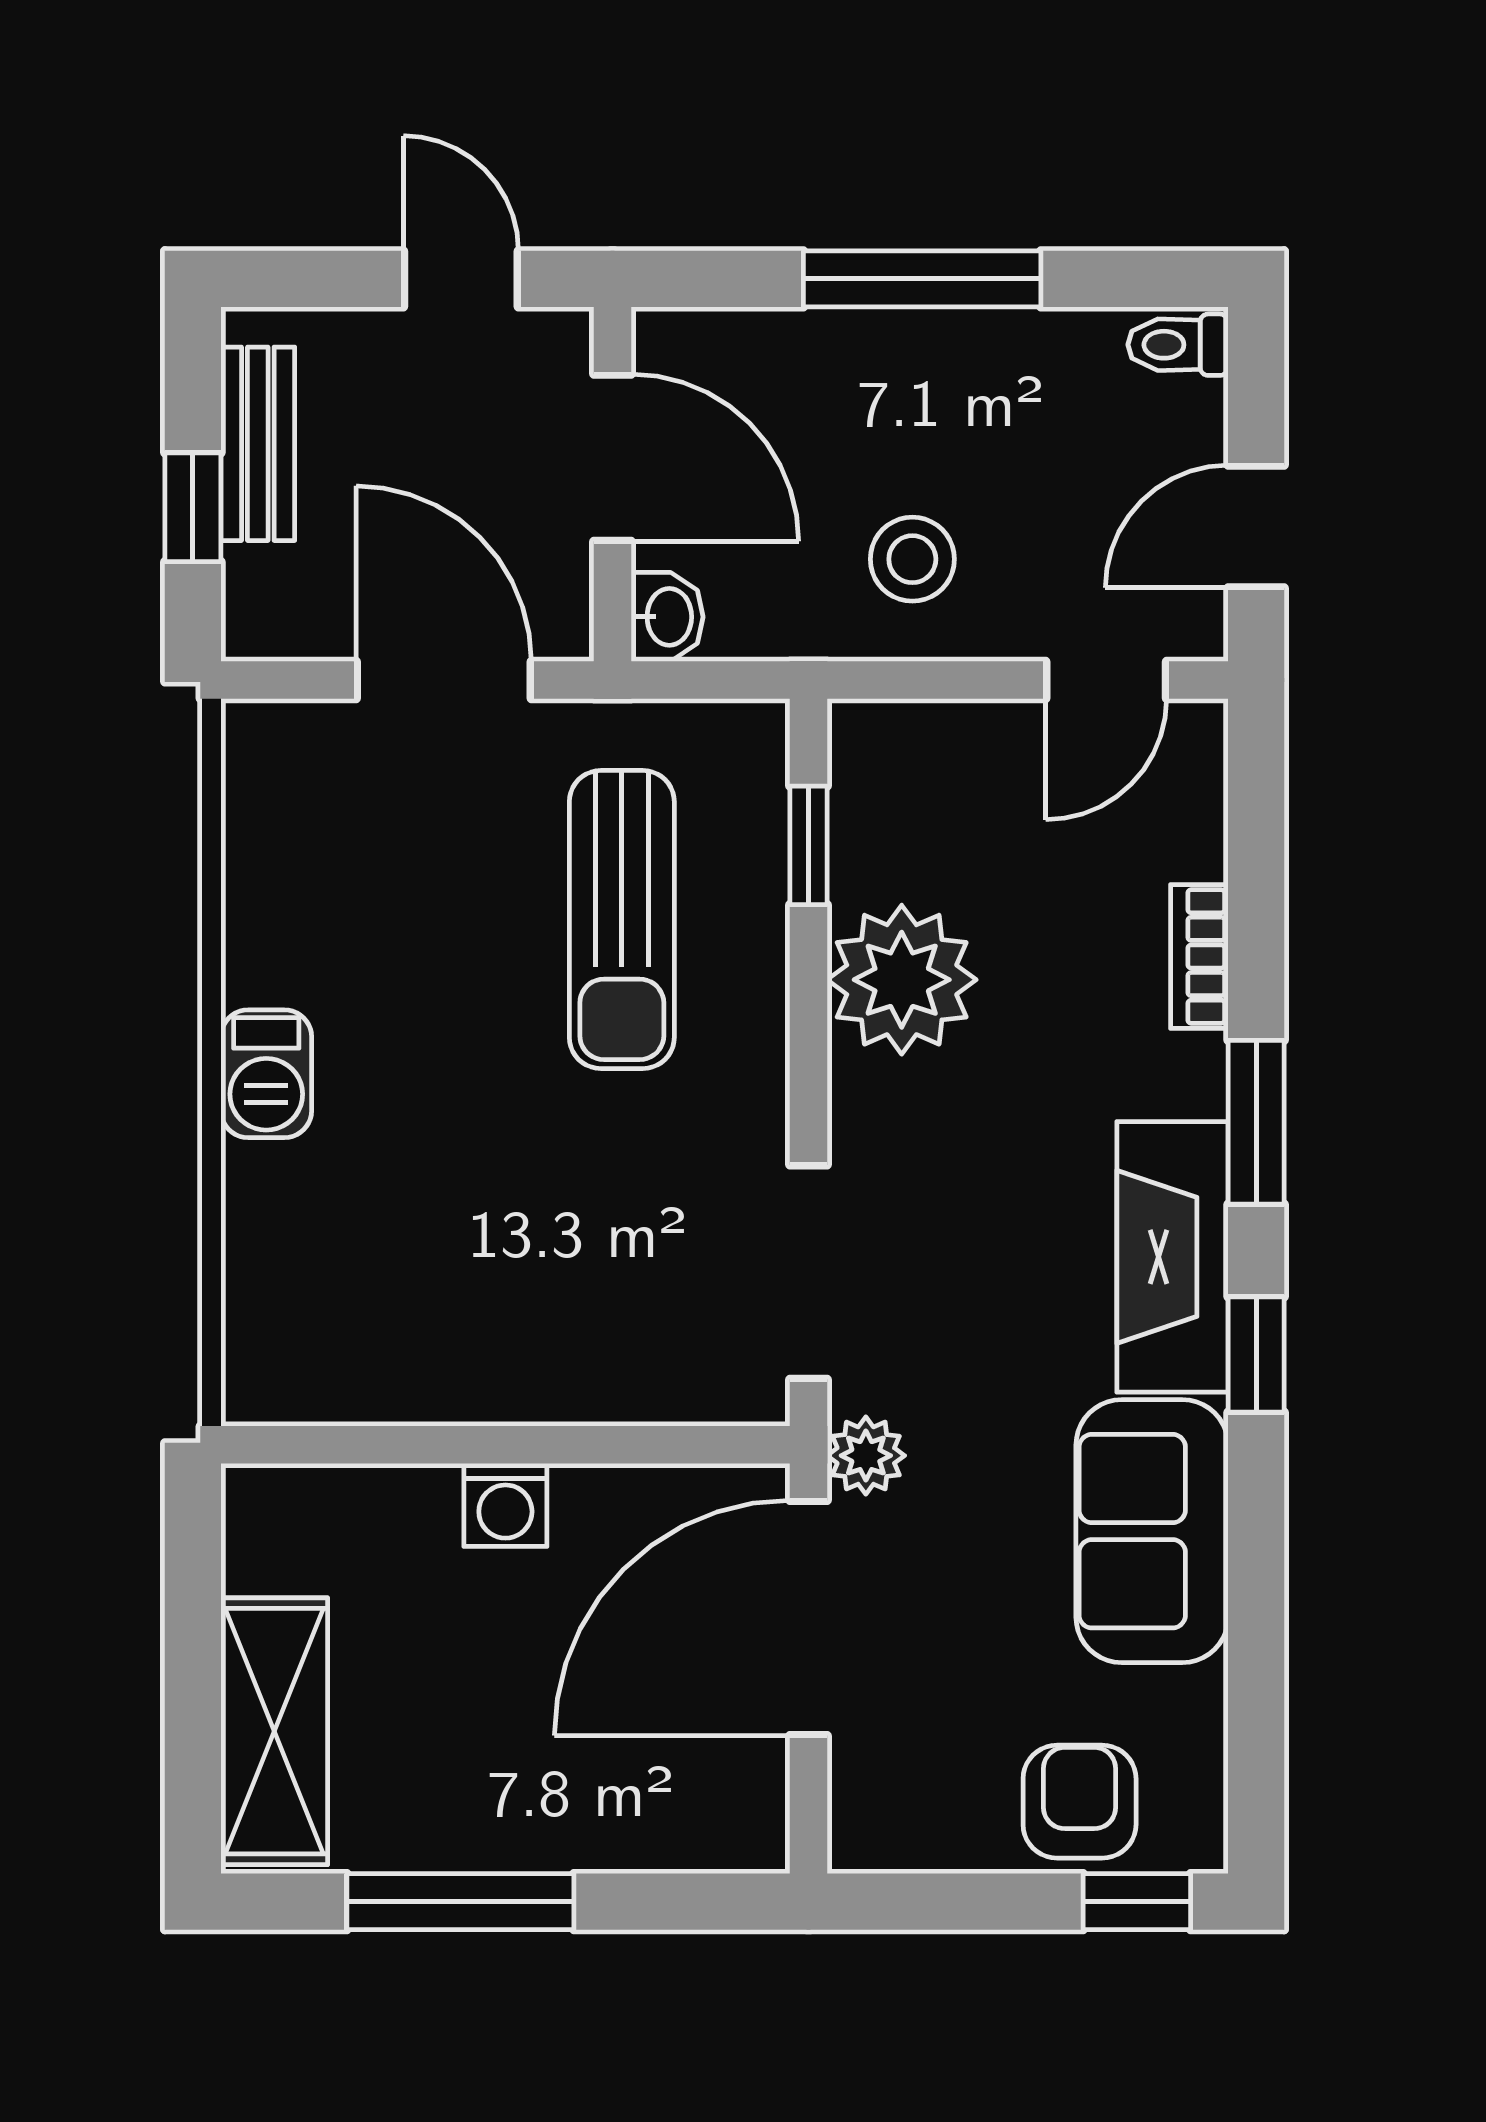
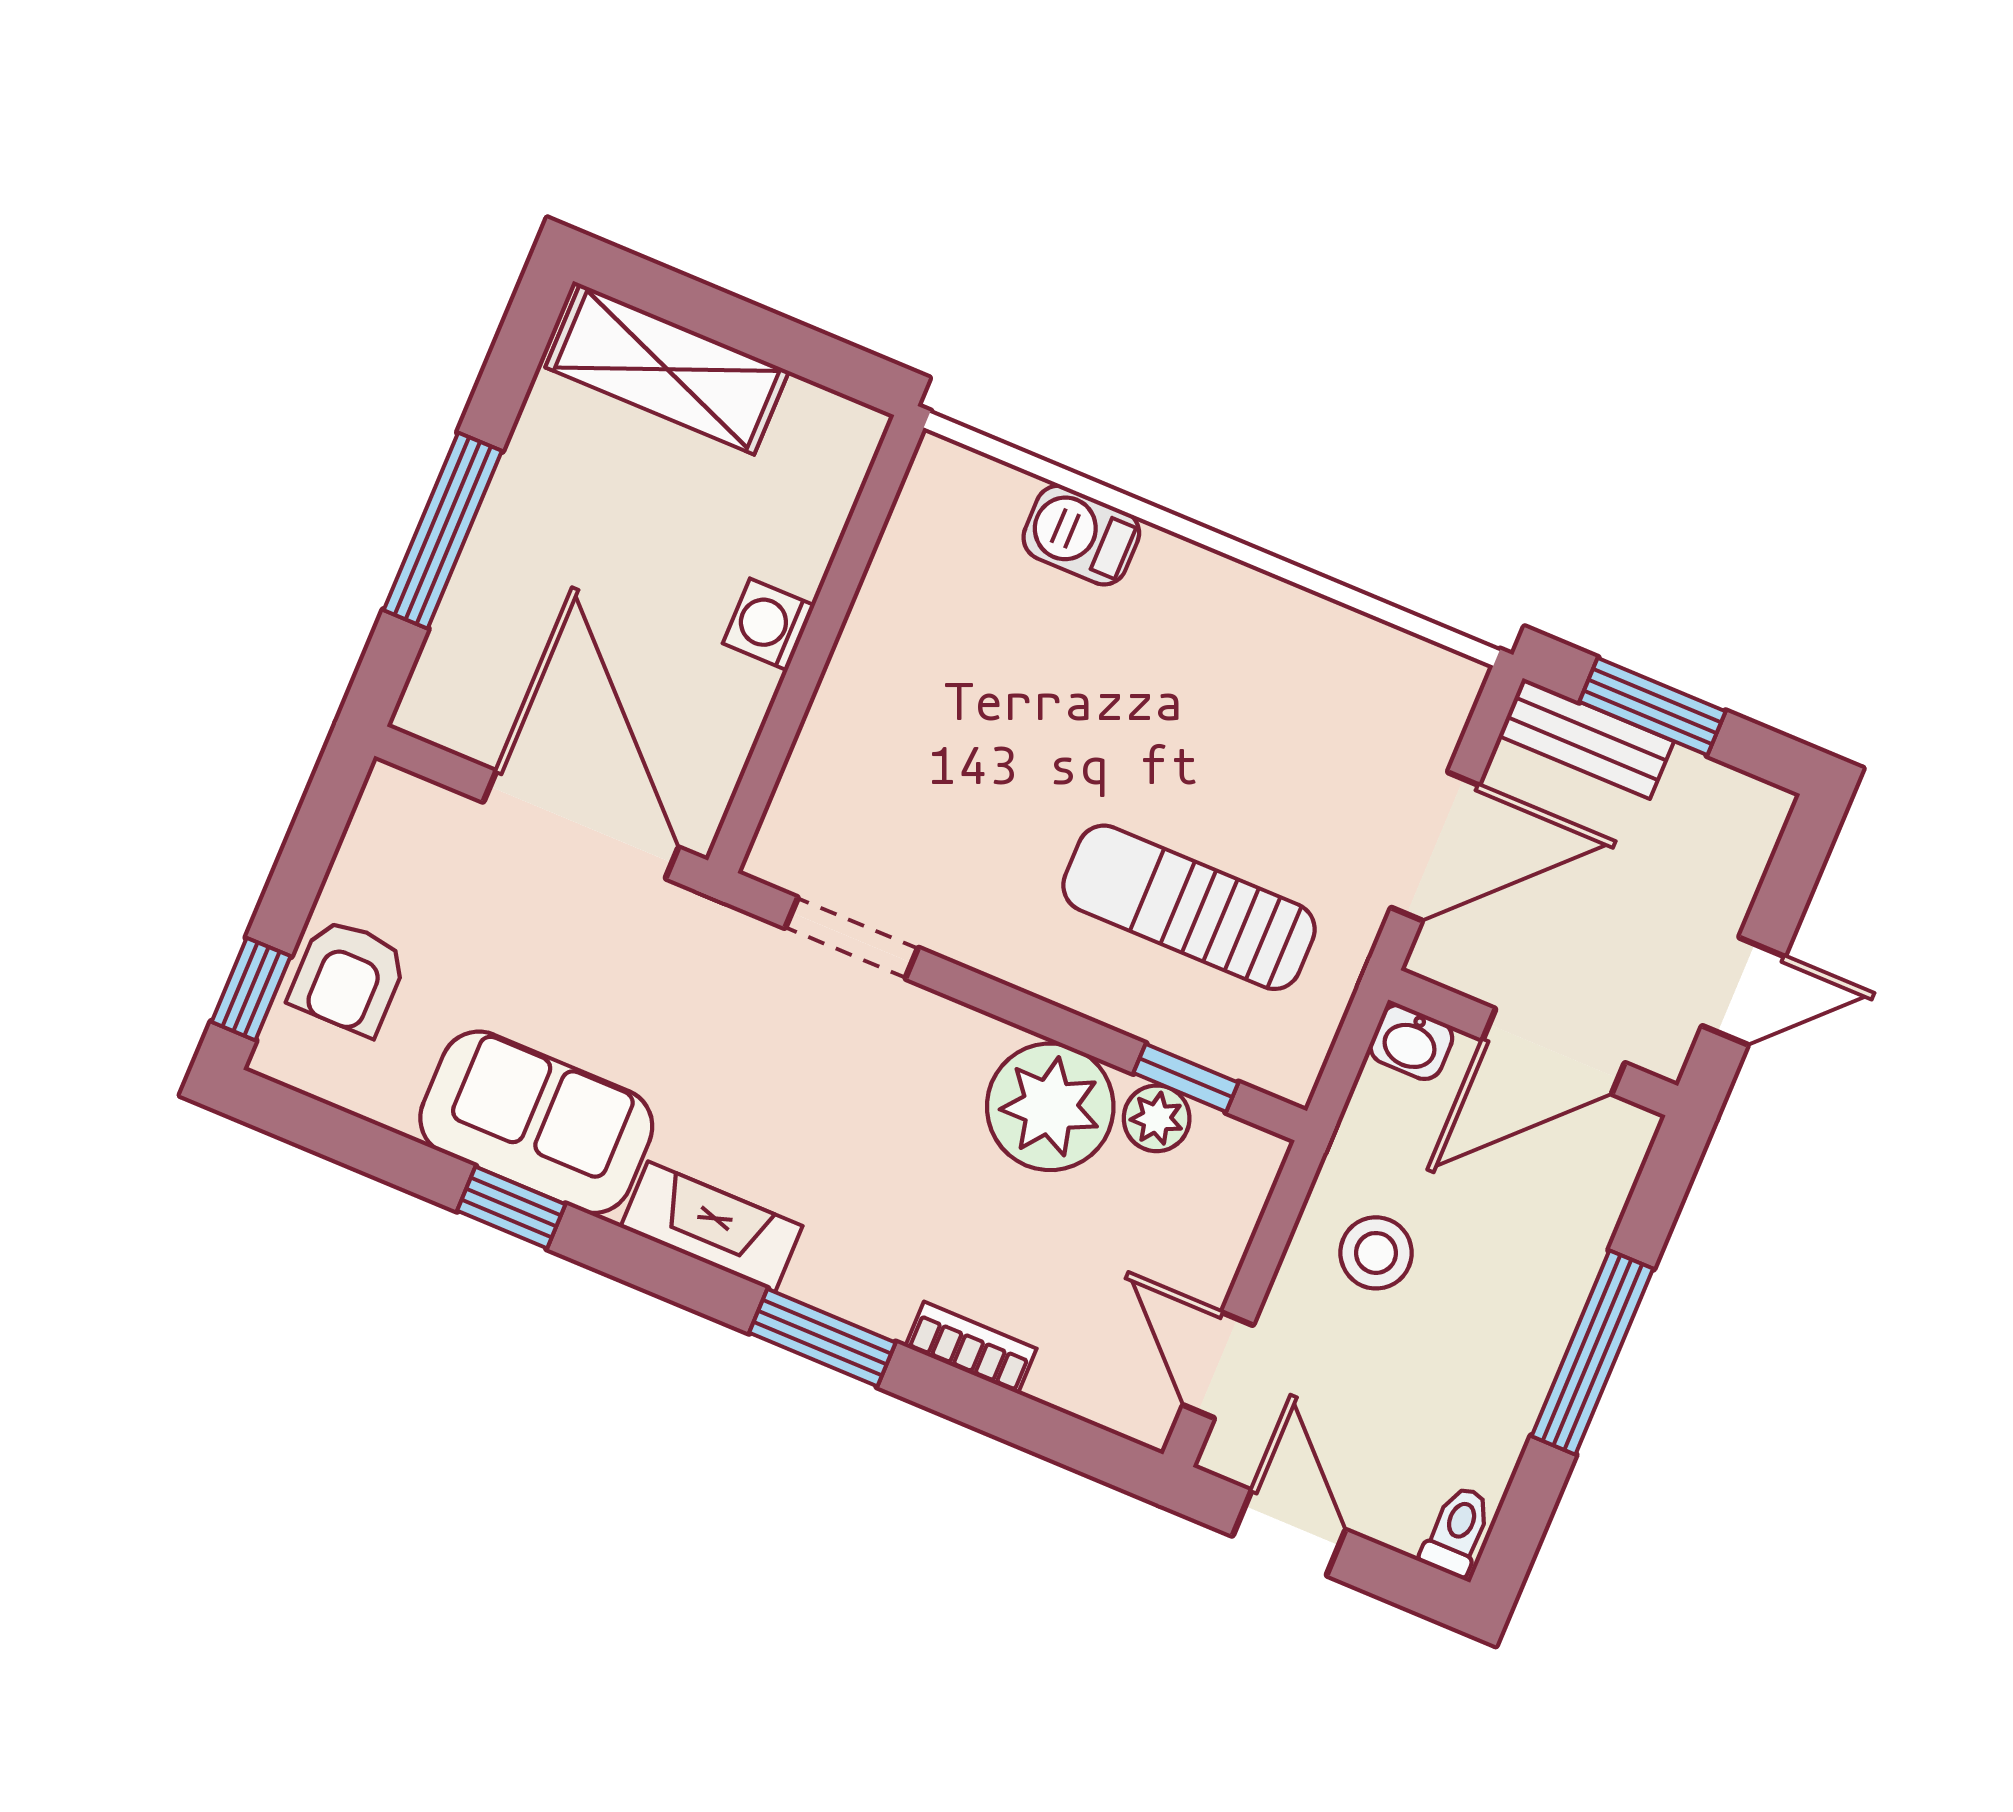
bench: (258, 444) -> (1586, 739), moved
window: (193, 507) -> (1652, 706), width x1.50
barbecue: (266, 1074) -> (1081, 535), moved
fireplace: (1172, 1257) -> (711, 1227), width x0.73, depth x0.76
doorway: (808, 1272) -> (852, 938), width x0.73
window: (1256, 1355) -> (511, 1207), moved
plant: (866, 1456) -> (1157, 1118), moved
armchair: (1080, 1802) -> (348, 977), turned 90
window: (460, 1902) -> (443, 531), moved

